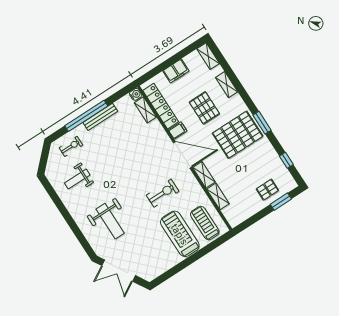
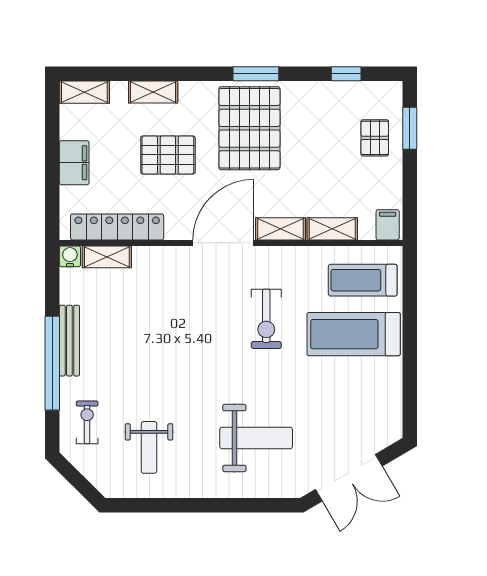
filing cabinet: (178, 131) -> (388, 225), moved
exercise bike: (163, 193) -> (266, 319), turned 180

